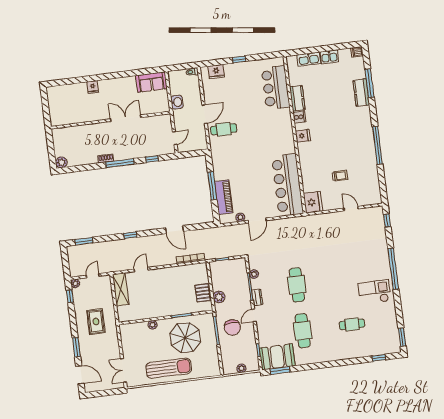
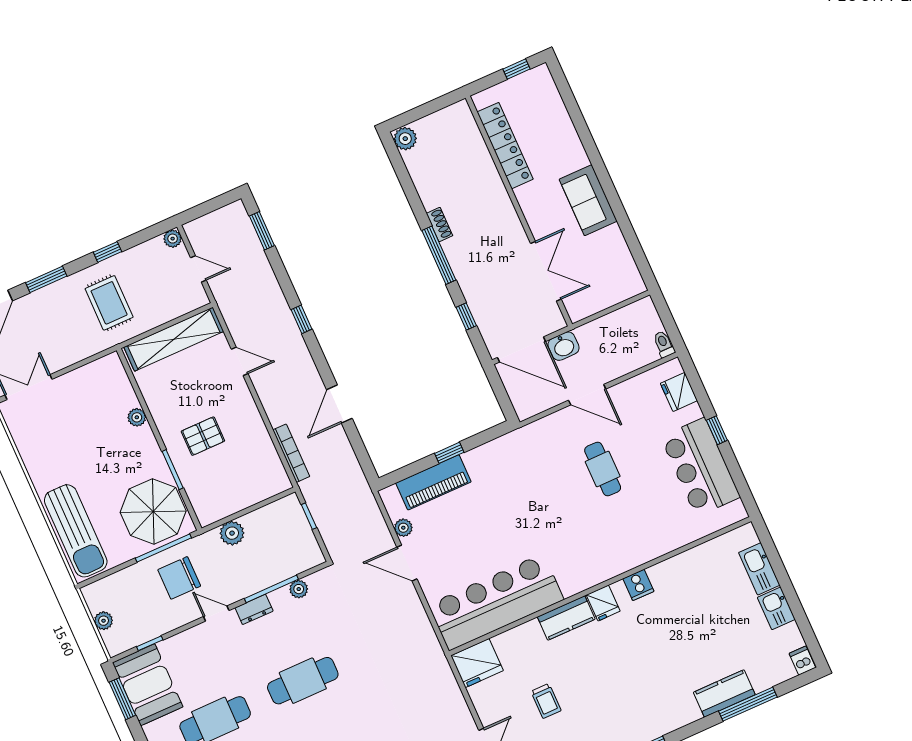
sofa: (151, 82) -> (588, 200), moved
fridge: (93, 87) -> (574, 155), removed
bar counter: (276, 88) -> (700, 467), moved, turned -90
kitchen counter: (297, 98) -> (566, 618), moved
window: (45, 101) -> (516, 69), added
washbasin: (177, 102) -> (564, 346), moved
locker: (79, 117) -> (505, 146), added
double door: (126, 118) -> (546, 271), moved
cafe table: (224, 129) -> (603, 469), moved
door: (175, 138) -> (522, 349), width x1.88
window: (212, 186) -> (449, 453), width x0.46
shelving: (121, 289) -> (174, 339), width x1.47
pallet: (203, 293) -> (203, 436), moved
window: (70, 296) -> (107, 252), moved
rug: (96, 322) -> (109, 303), turned 90
parasol: (185, 338) -> (153, 512), moved
sun lounger: (169, 368) -> (76, 531), moved

